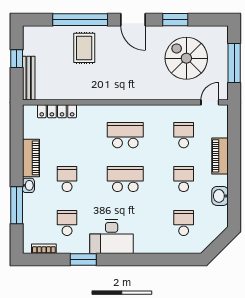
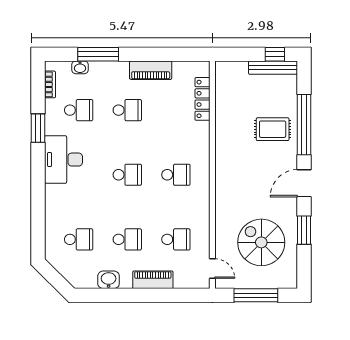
spiral stairs: (186, 58) -> (261, 242), turned -90
window: (17, 59) -> (275, 54), moved
bench: (29, 78) -> (273, 68), moved
school desk: (125, 135) -> (176, 175), width x0.54
school desk: (125, 179) -> (127, 175), width x0.54
washbasin: (28, 185) -> (80, 67), moved

